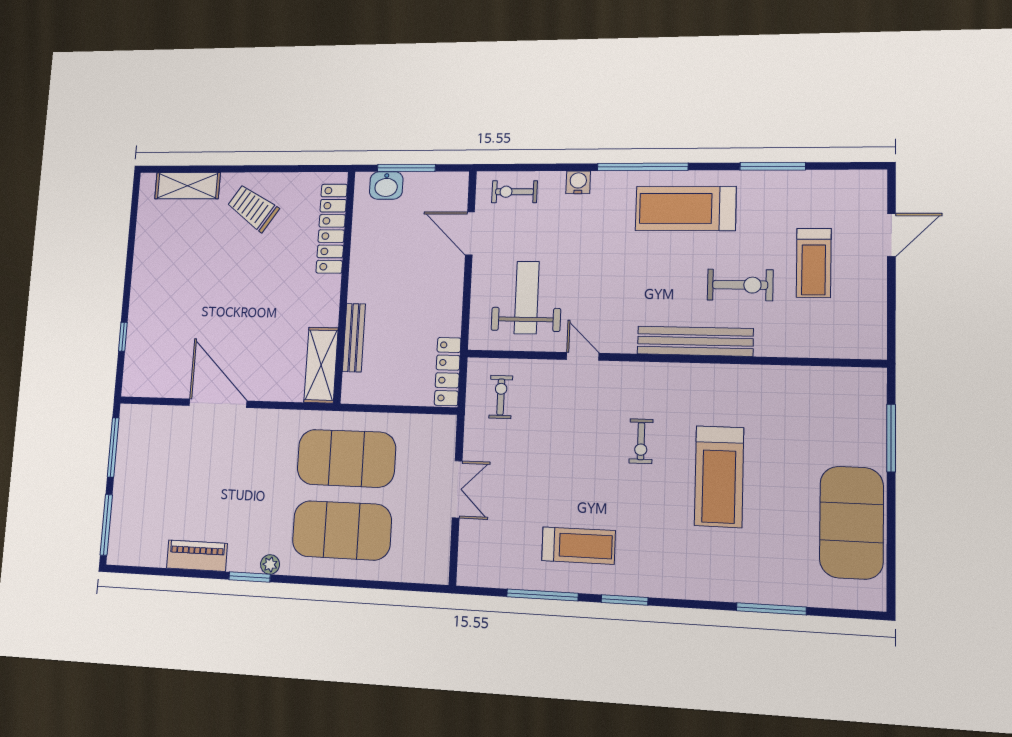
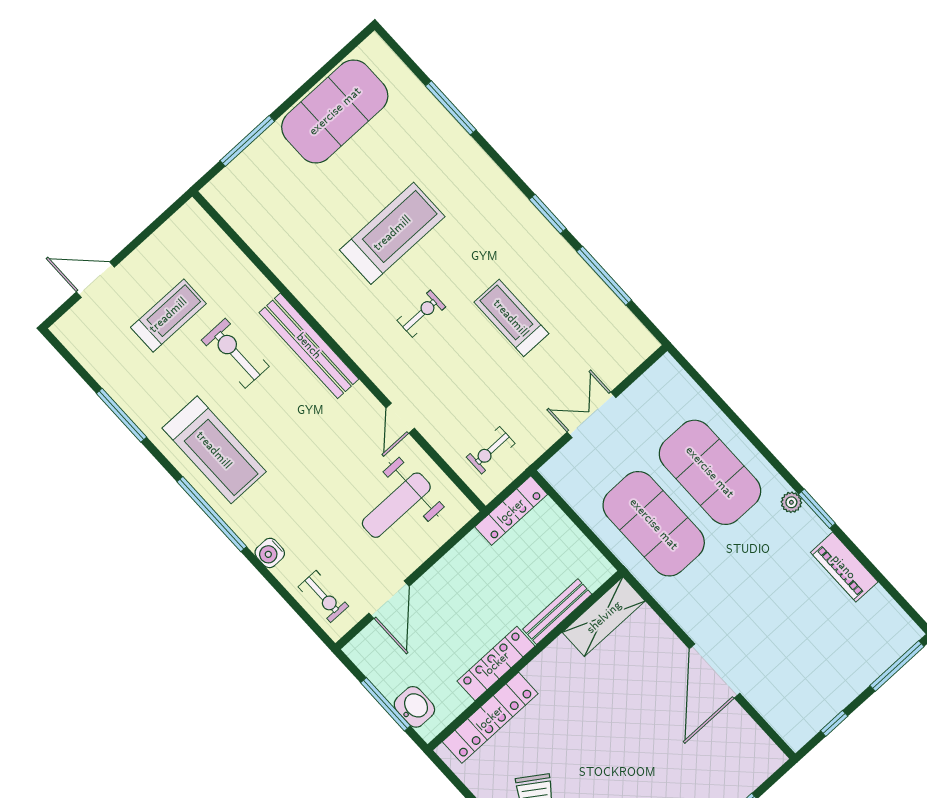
locker: (361, 265) -> (496, 664), added
window: (113, 447) -> (834, 723), width x0.46
treadmill: (578, 546) -> (511, 318), moved

